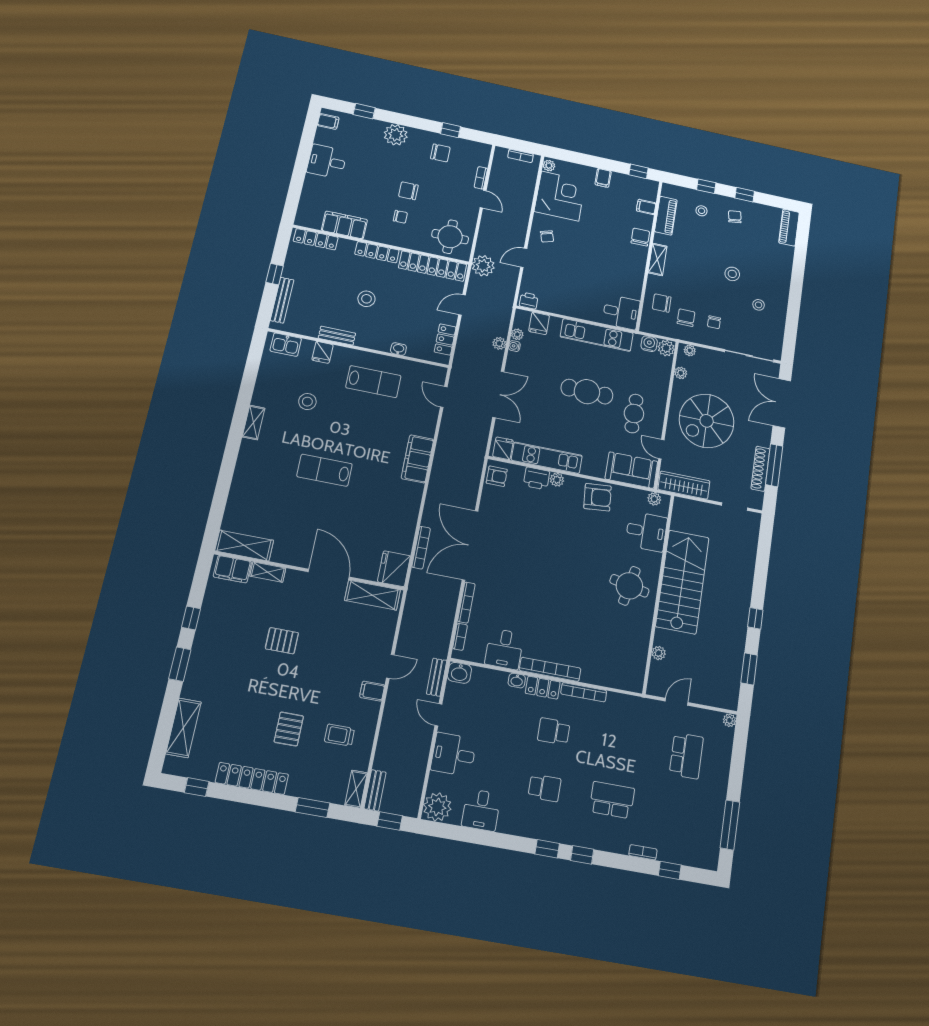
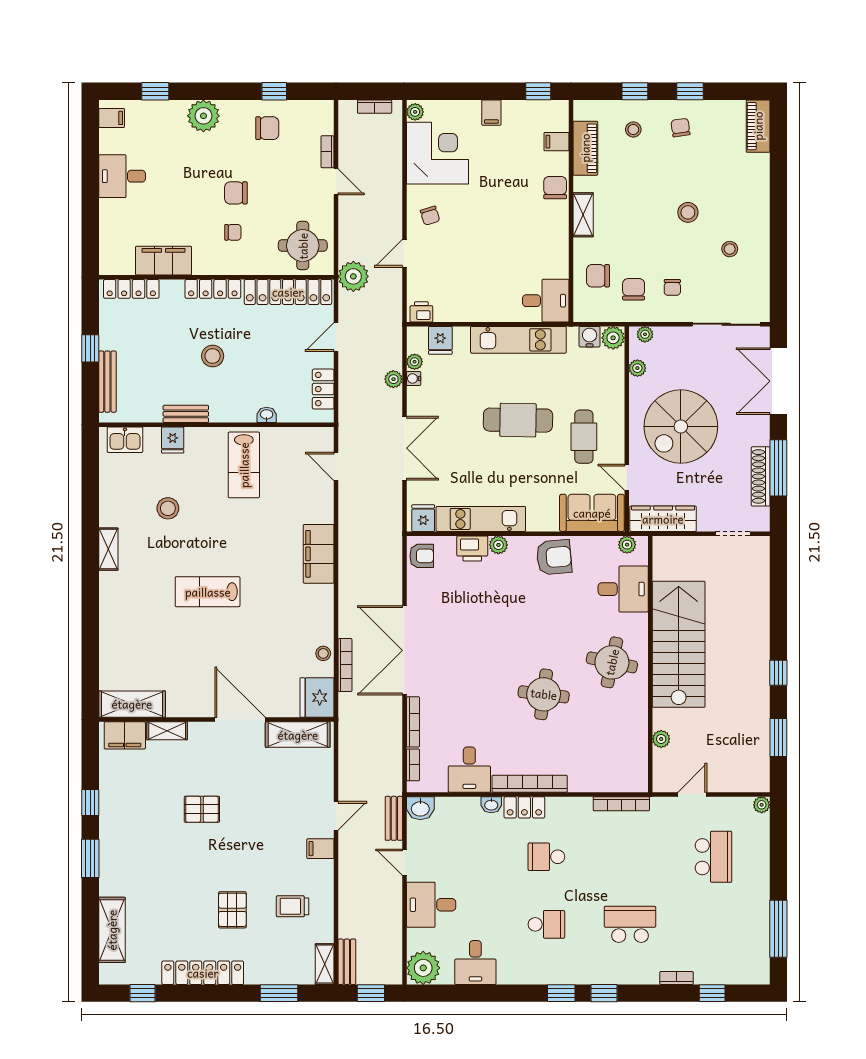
lab bench: (373, 382) -> (244, 465), turned 90
stool: (406, 535) -> (323, 653), added
round table: (573, 600) -> (544, 694), added
bookcase: (584, 692) -> (621, 804), moved

